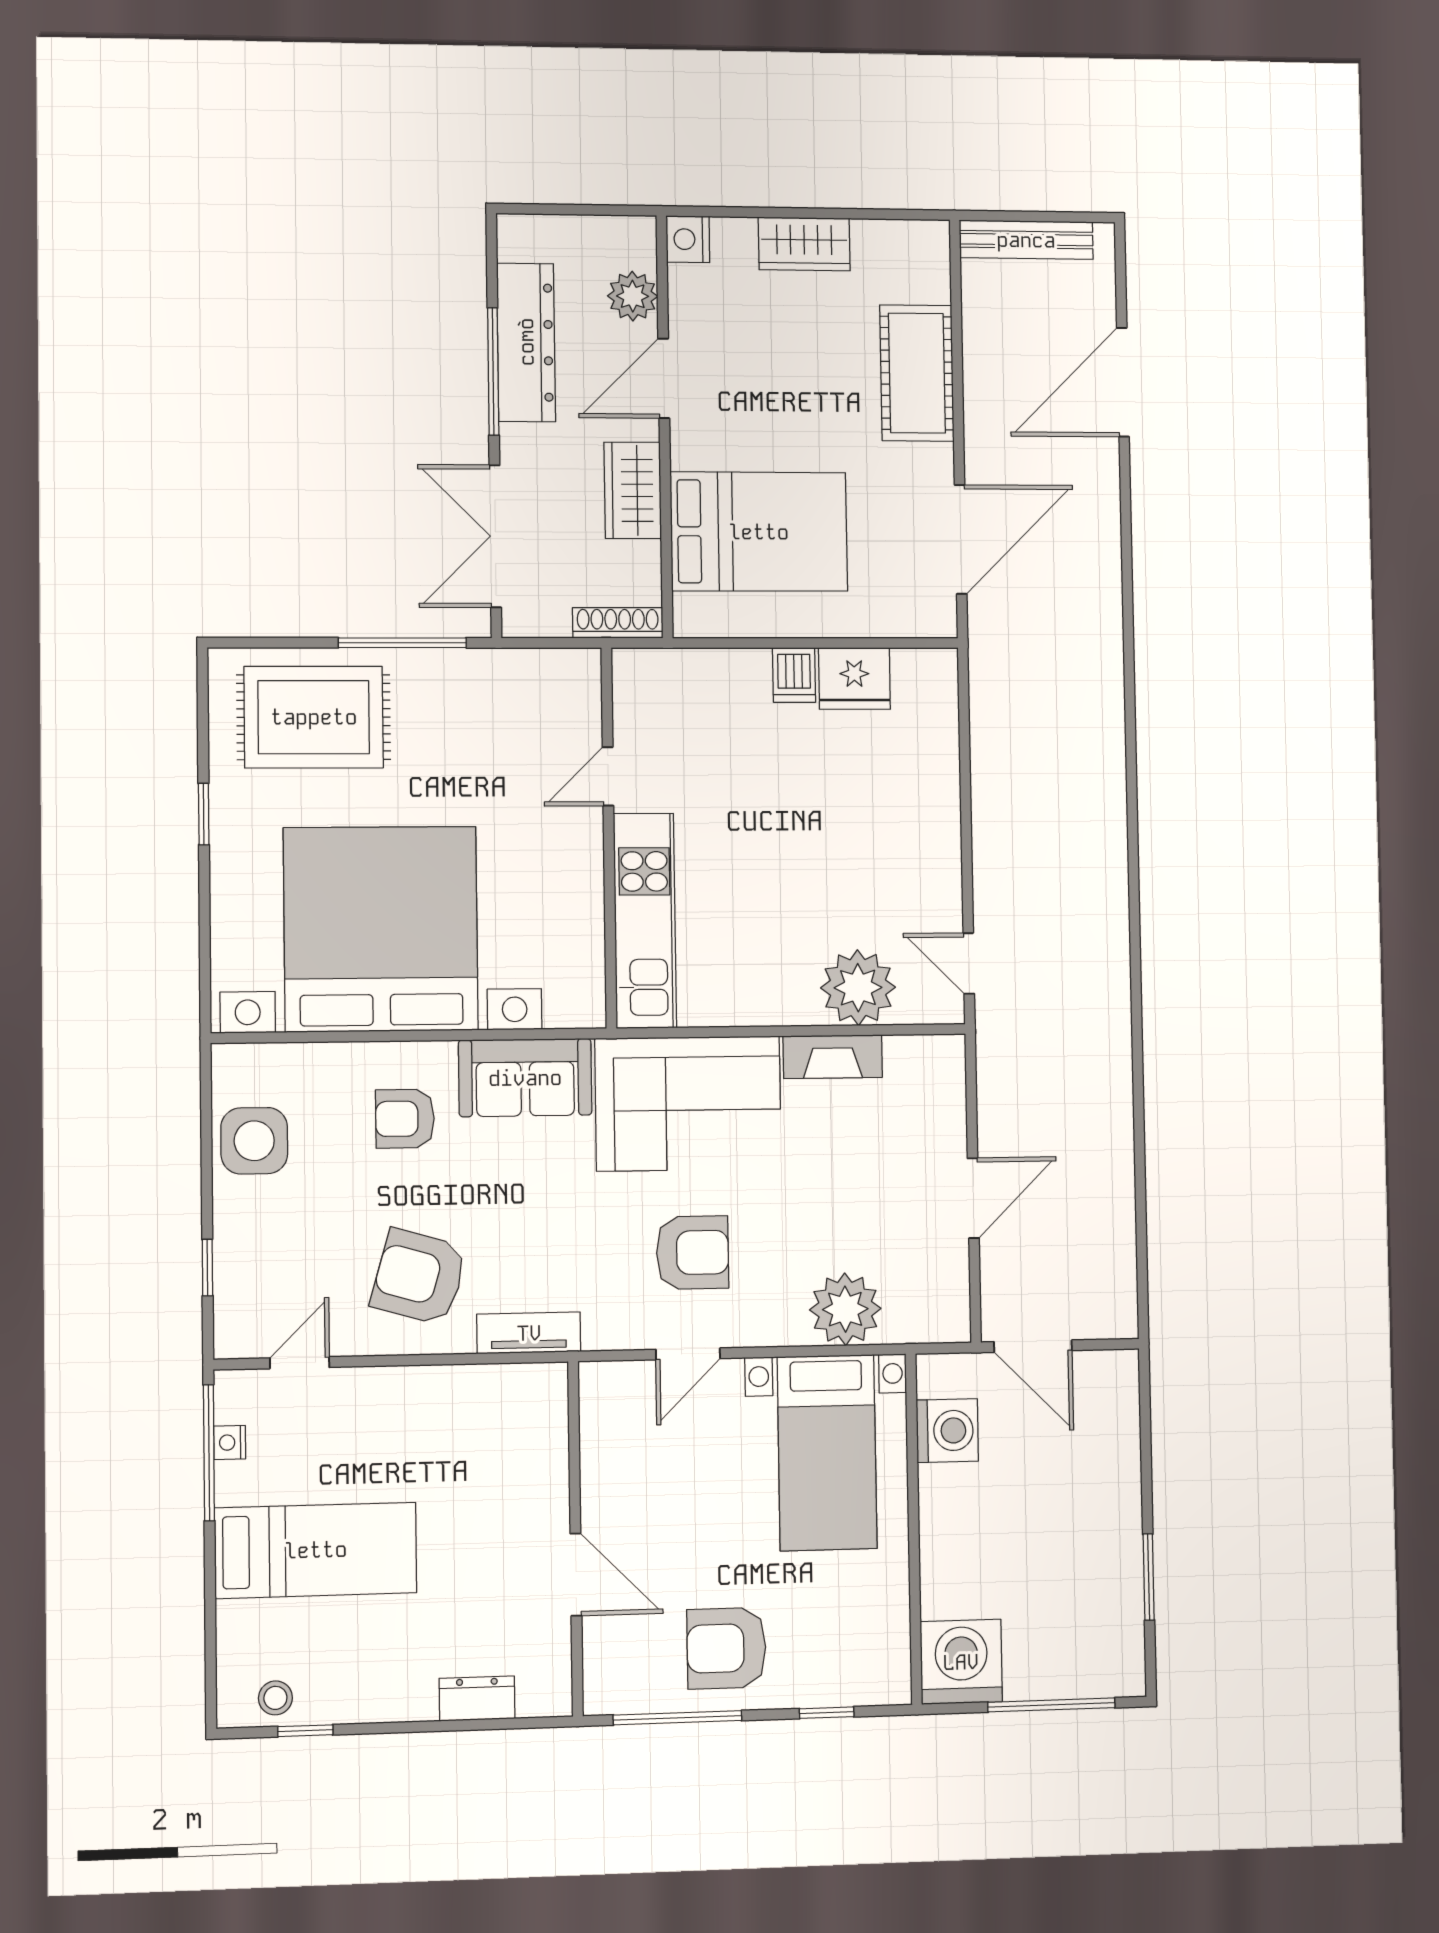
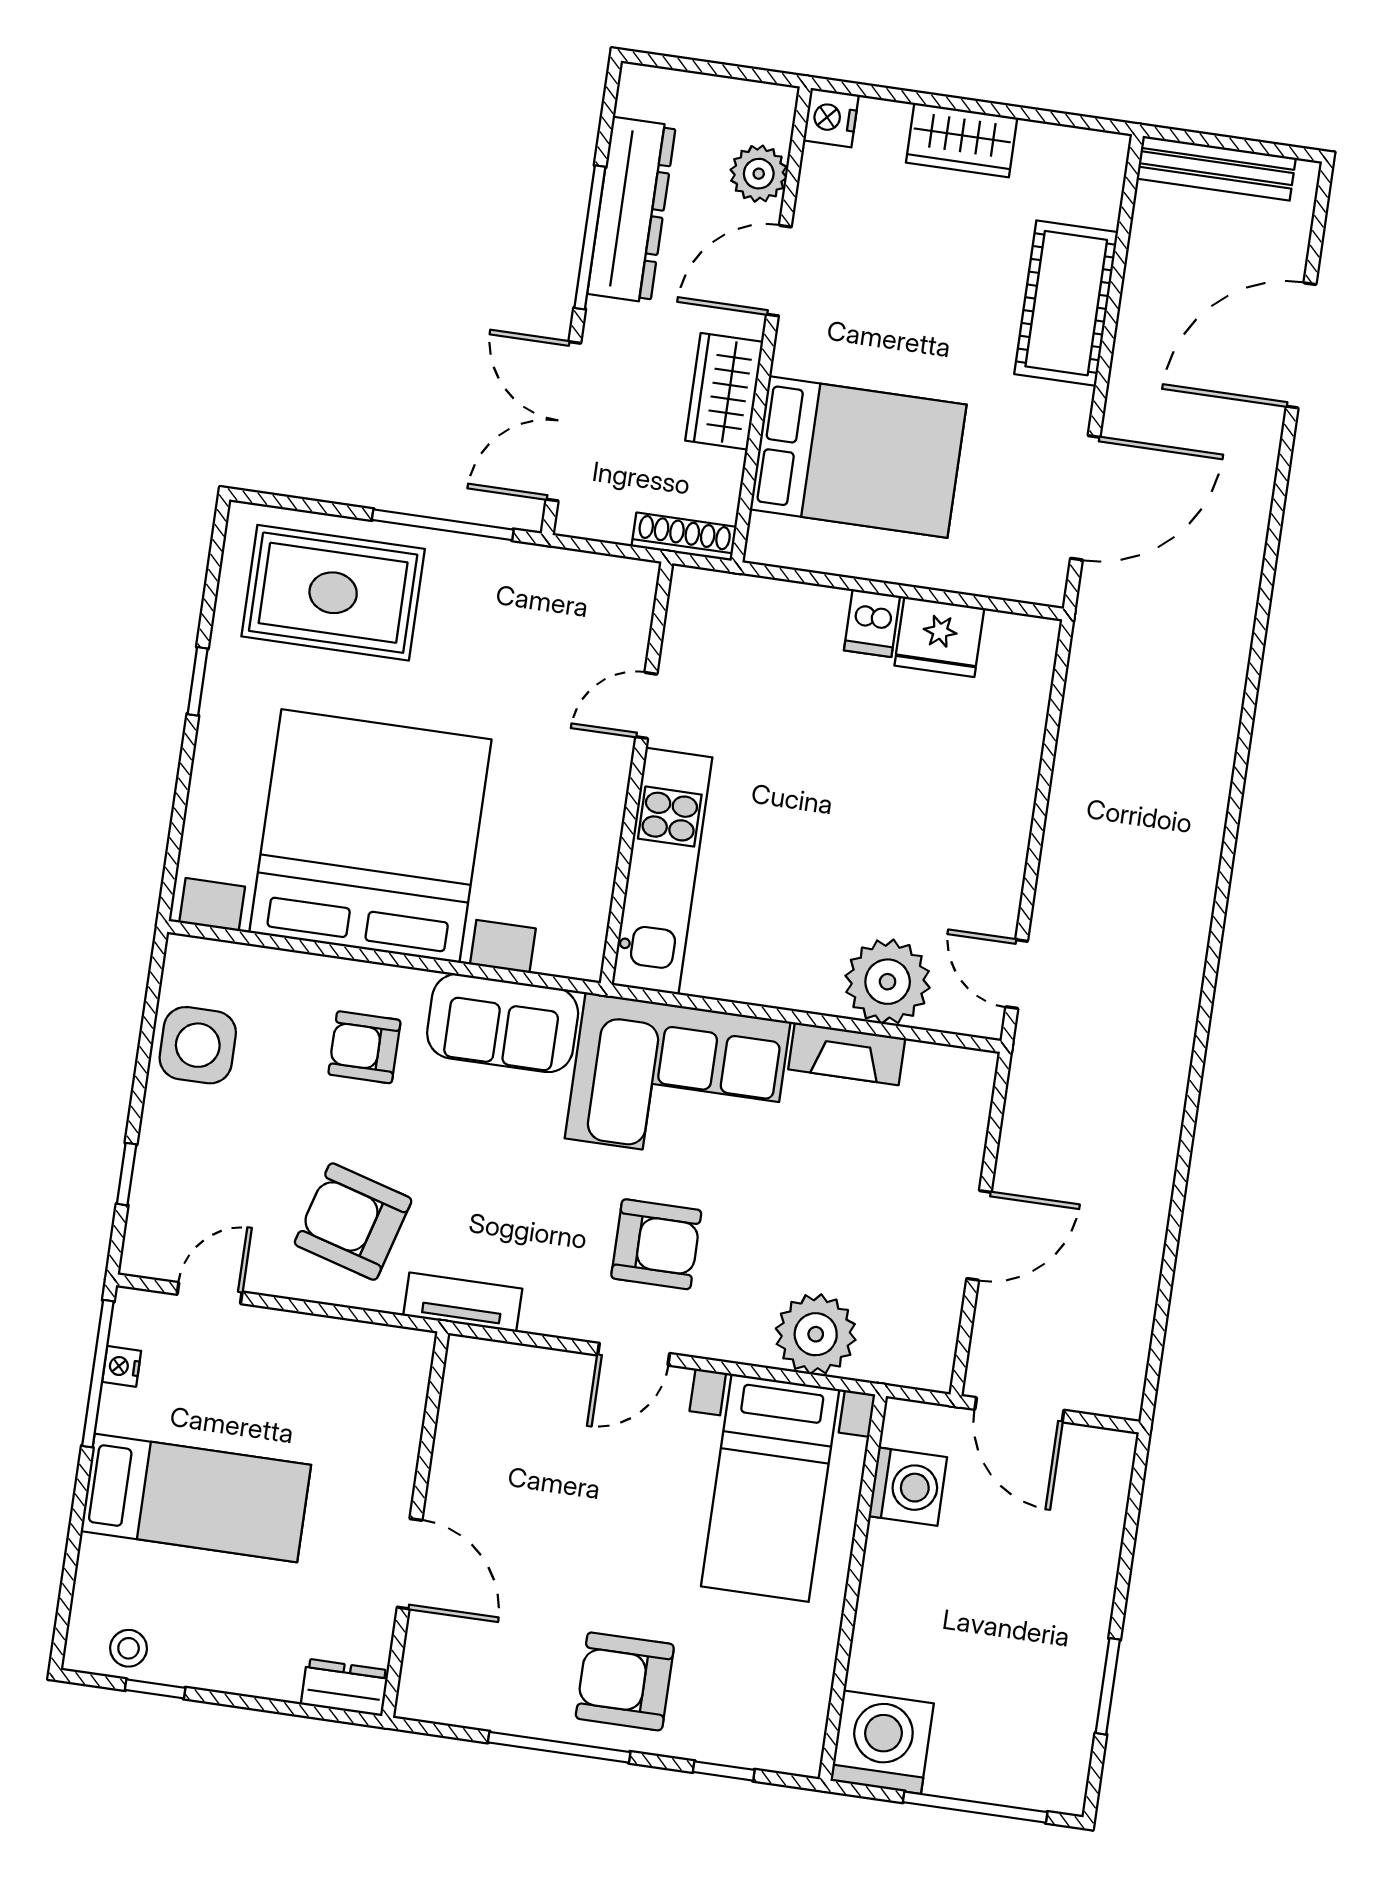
wall: (575, 1538) -> (415, 1525), moved
door: (576, 1575) -> (410, 1564), moved

